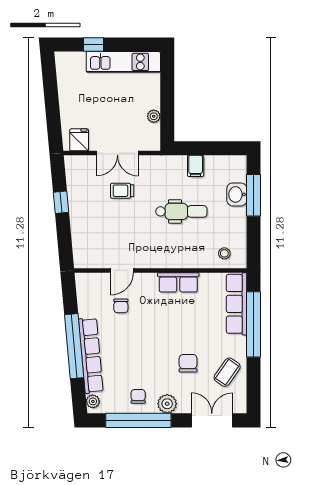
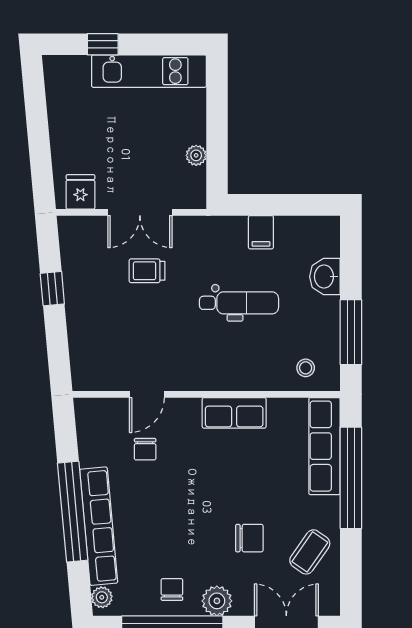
window: (254, 195) -> (351, 332), moved
chair: (188, 363) -> (249, 538), turned 90

